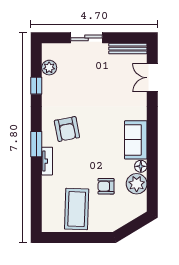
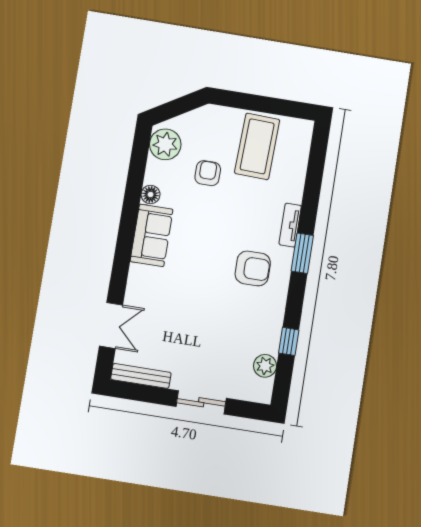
armchair: (67, 129) -> (253, 268), turned 101
plant: (137, 184) -> (165, 144), moved
armchair: (106, 186) -> (208, 173), turned -90

